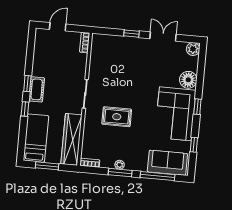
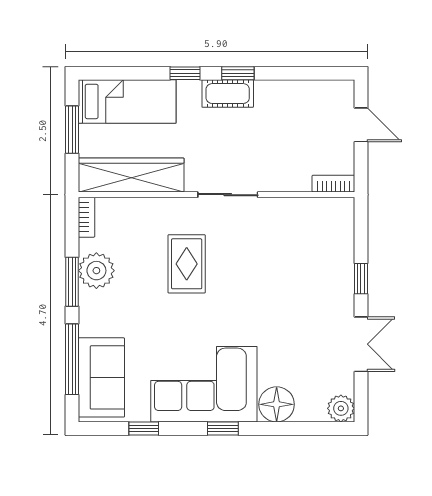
plant: (120, 165) -> (96, 271), width x1.88, depth x1.88

